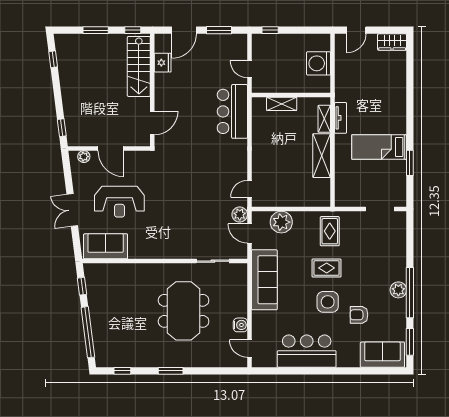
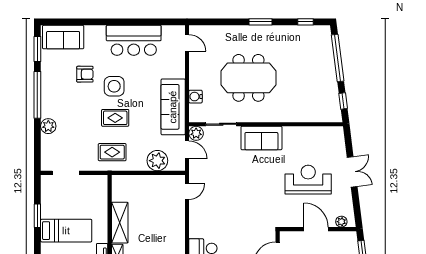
plant: (240, 214) -> (196, 133), moved
rug: (330, 231) -> (112, 152), turned 90
sofa: (106, 246) -> (261, 138), moved
plant: (398, 290) -> (48, 126), moved
meeting table: (184, 311) -> (248, 78), turned 90
water cooler: (240, 325) -> (195, 97), moved

